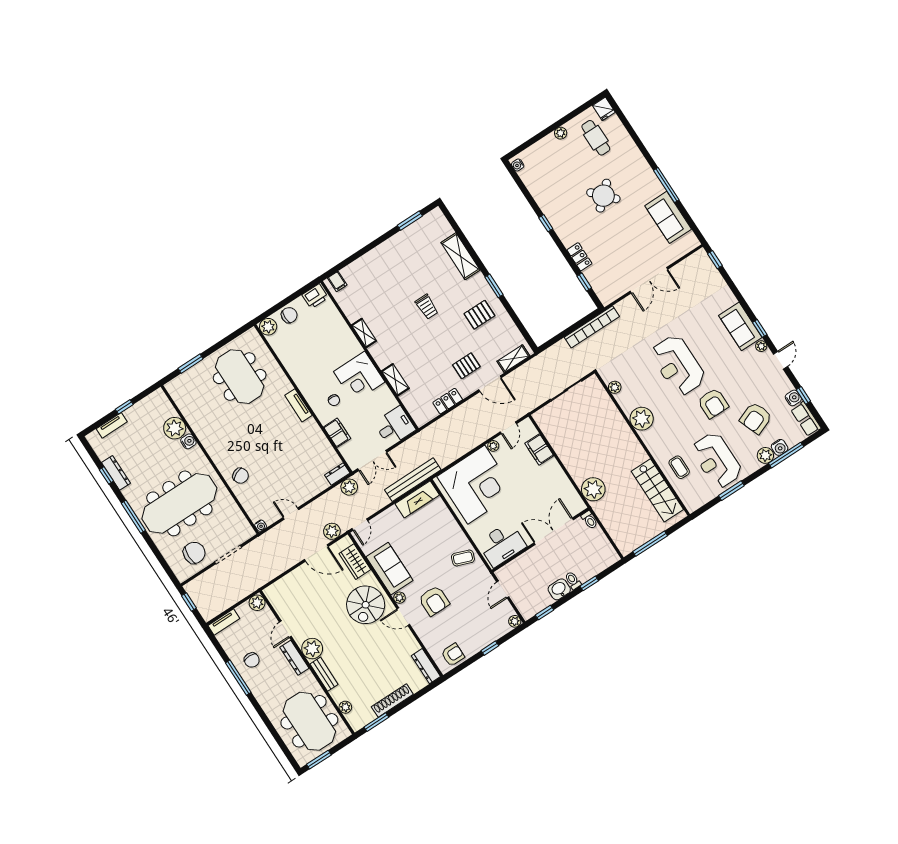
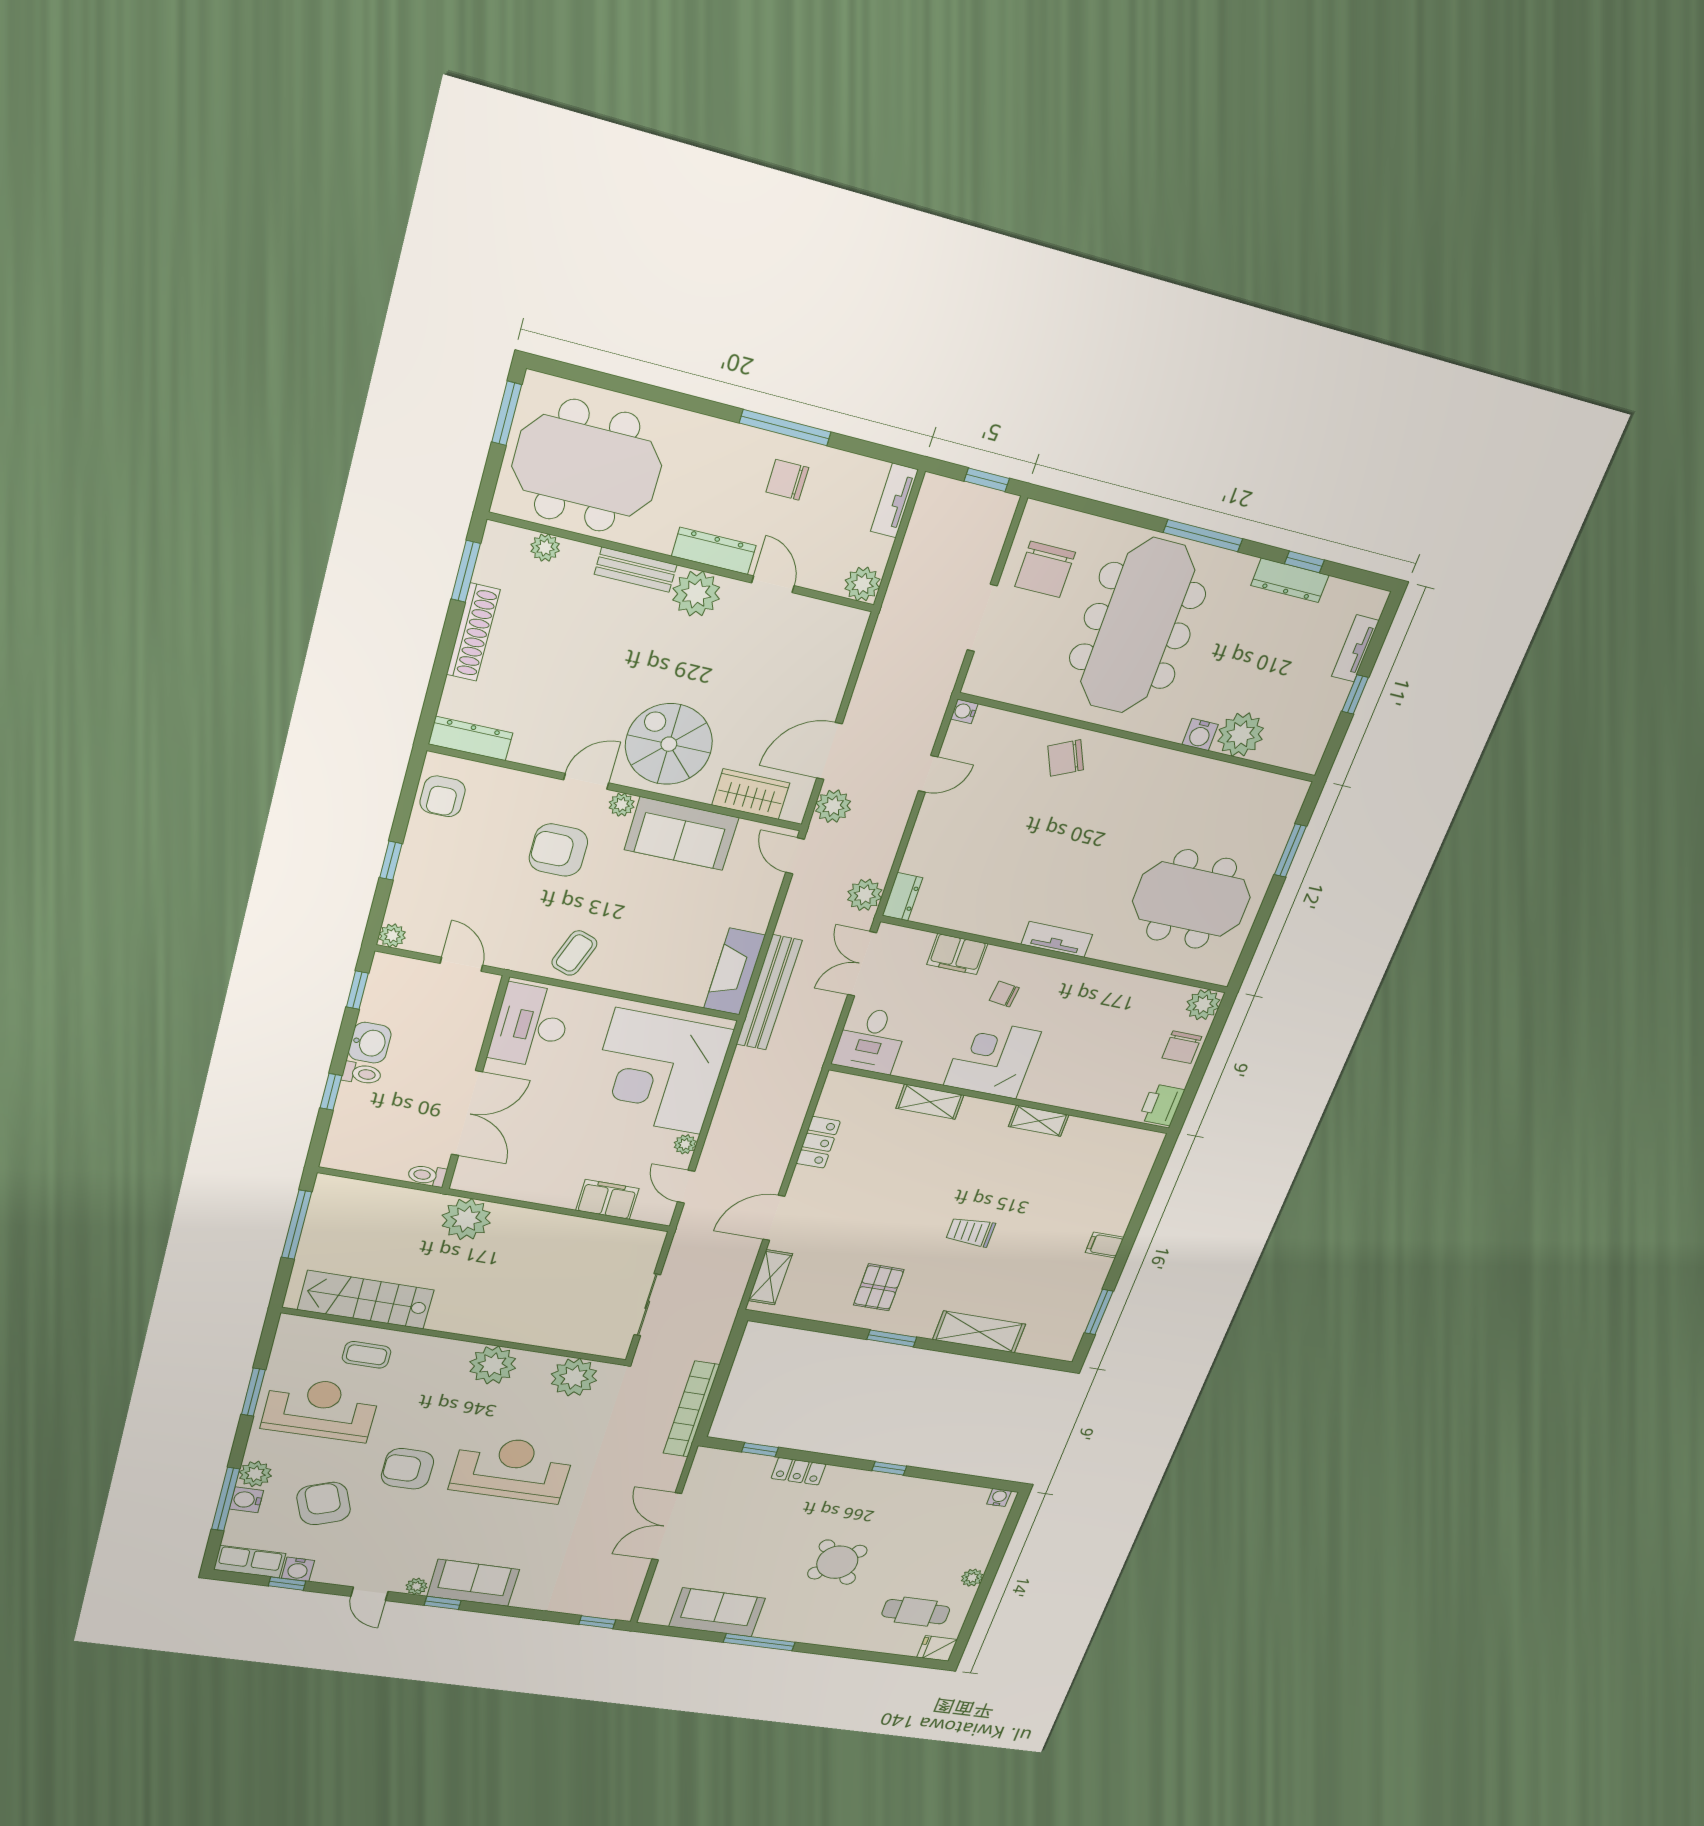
filing cabinet: (337, 281) -> (1105, 1245), moved
pallet: (466, 366) -> (834, 1210), removed
plant: (615, 387) -> (574, 1377), width x1.87, depth x1.87

